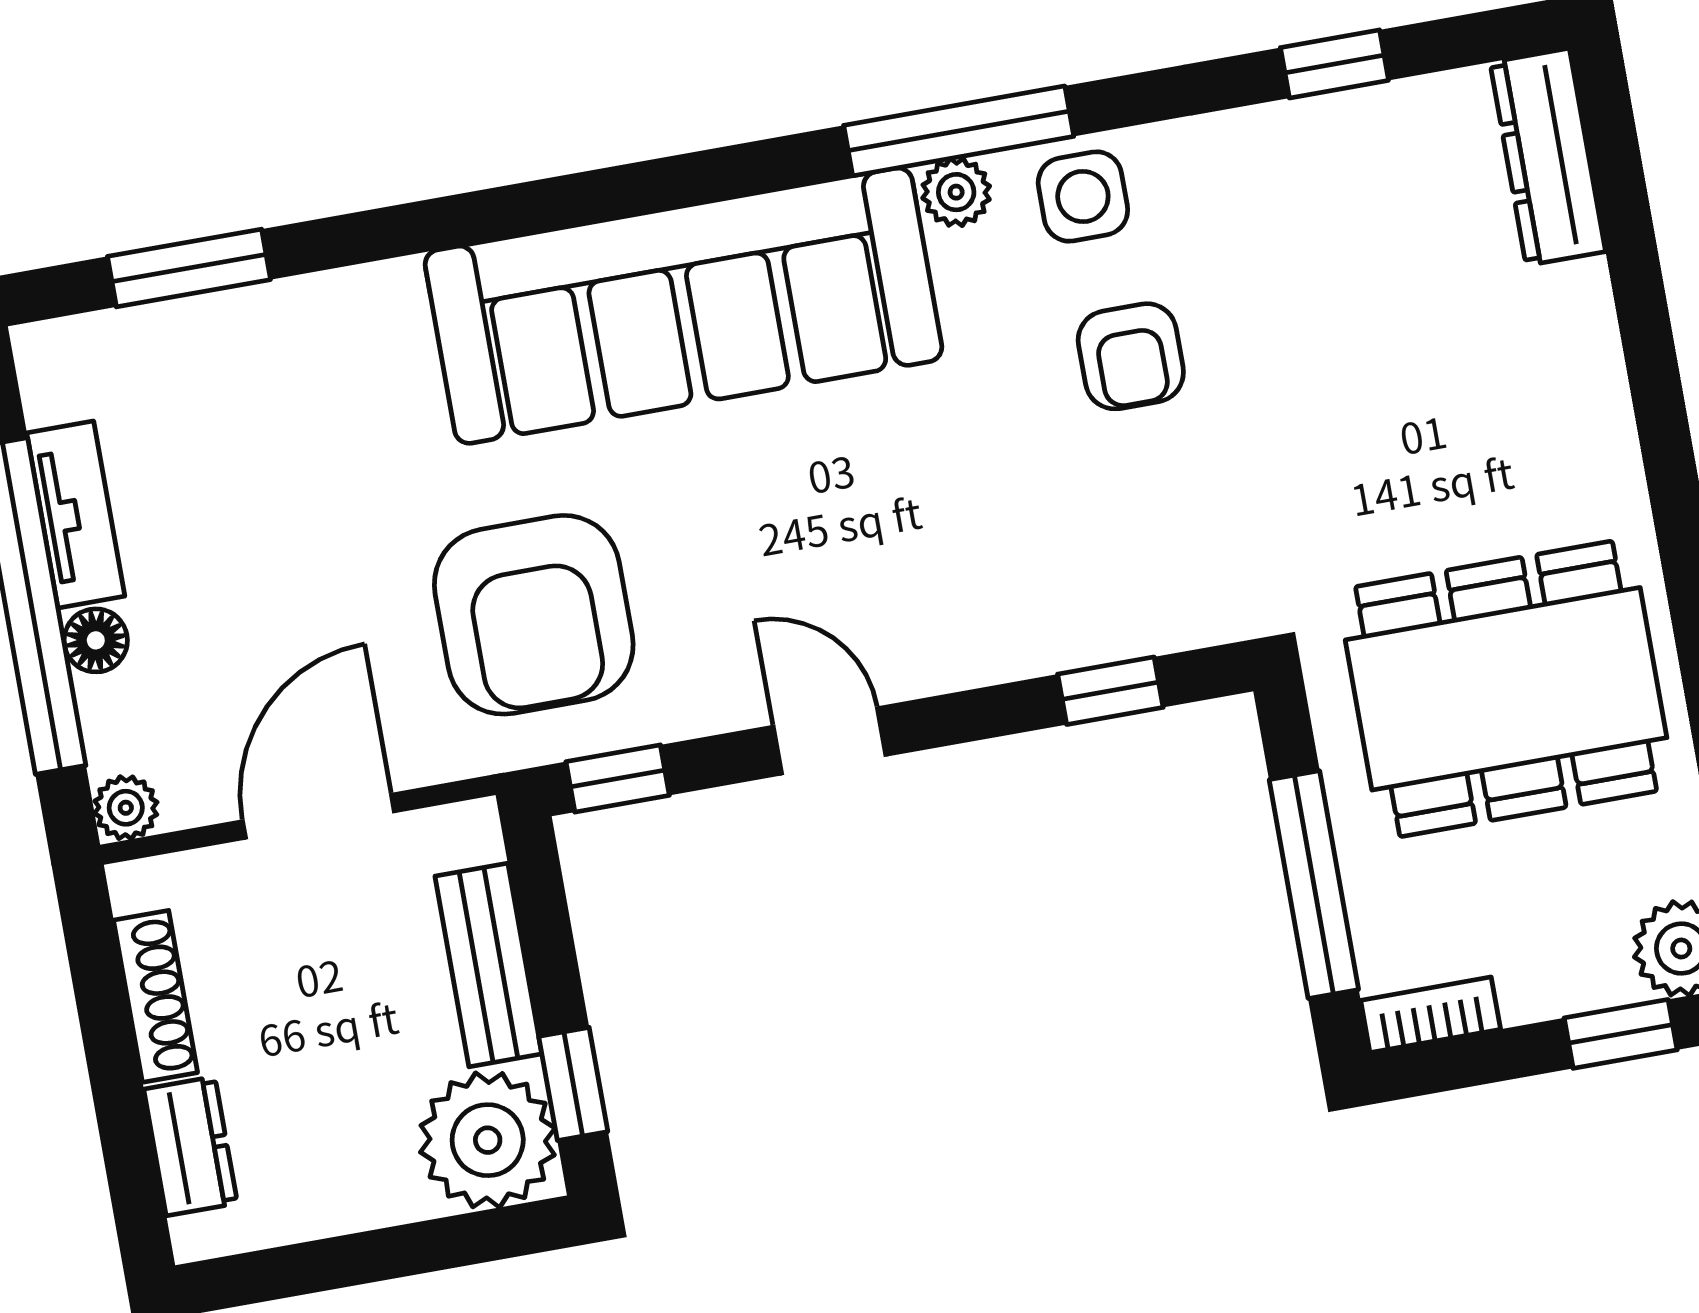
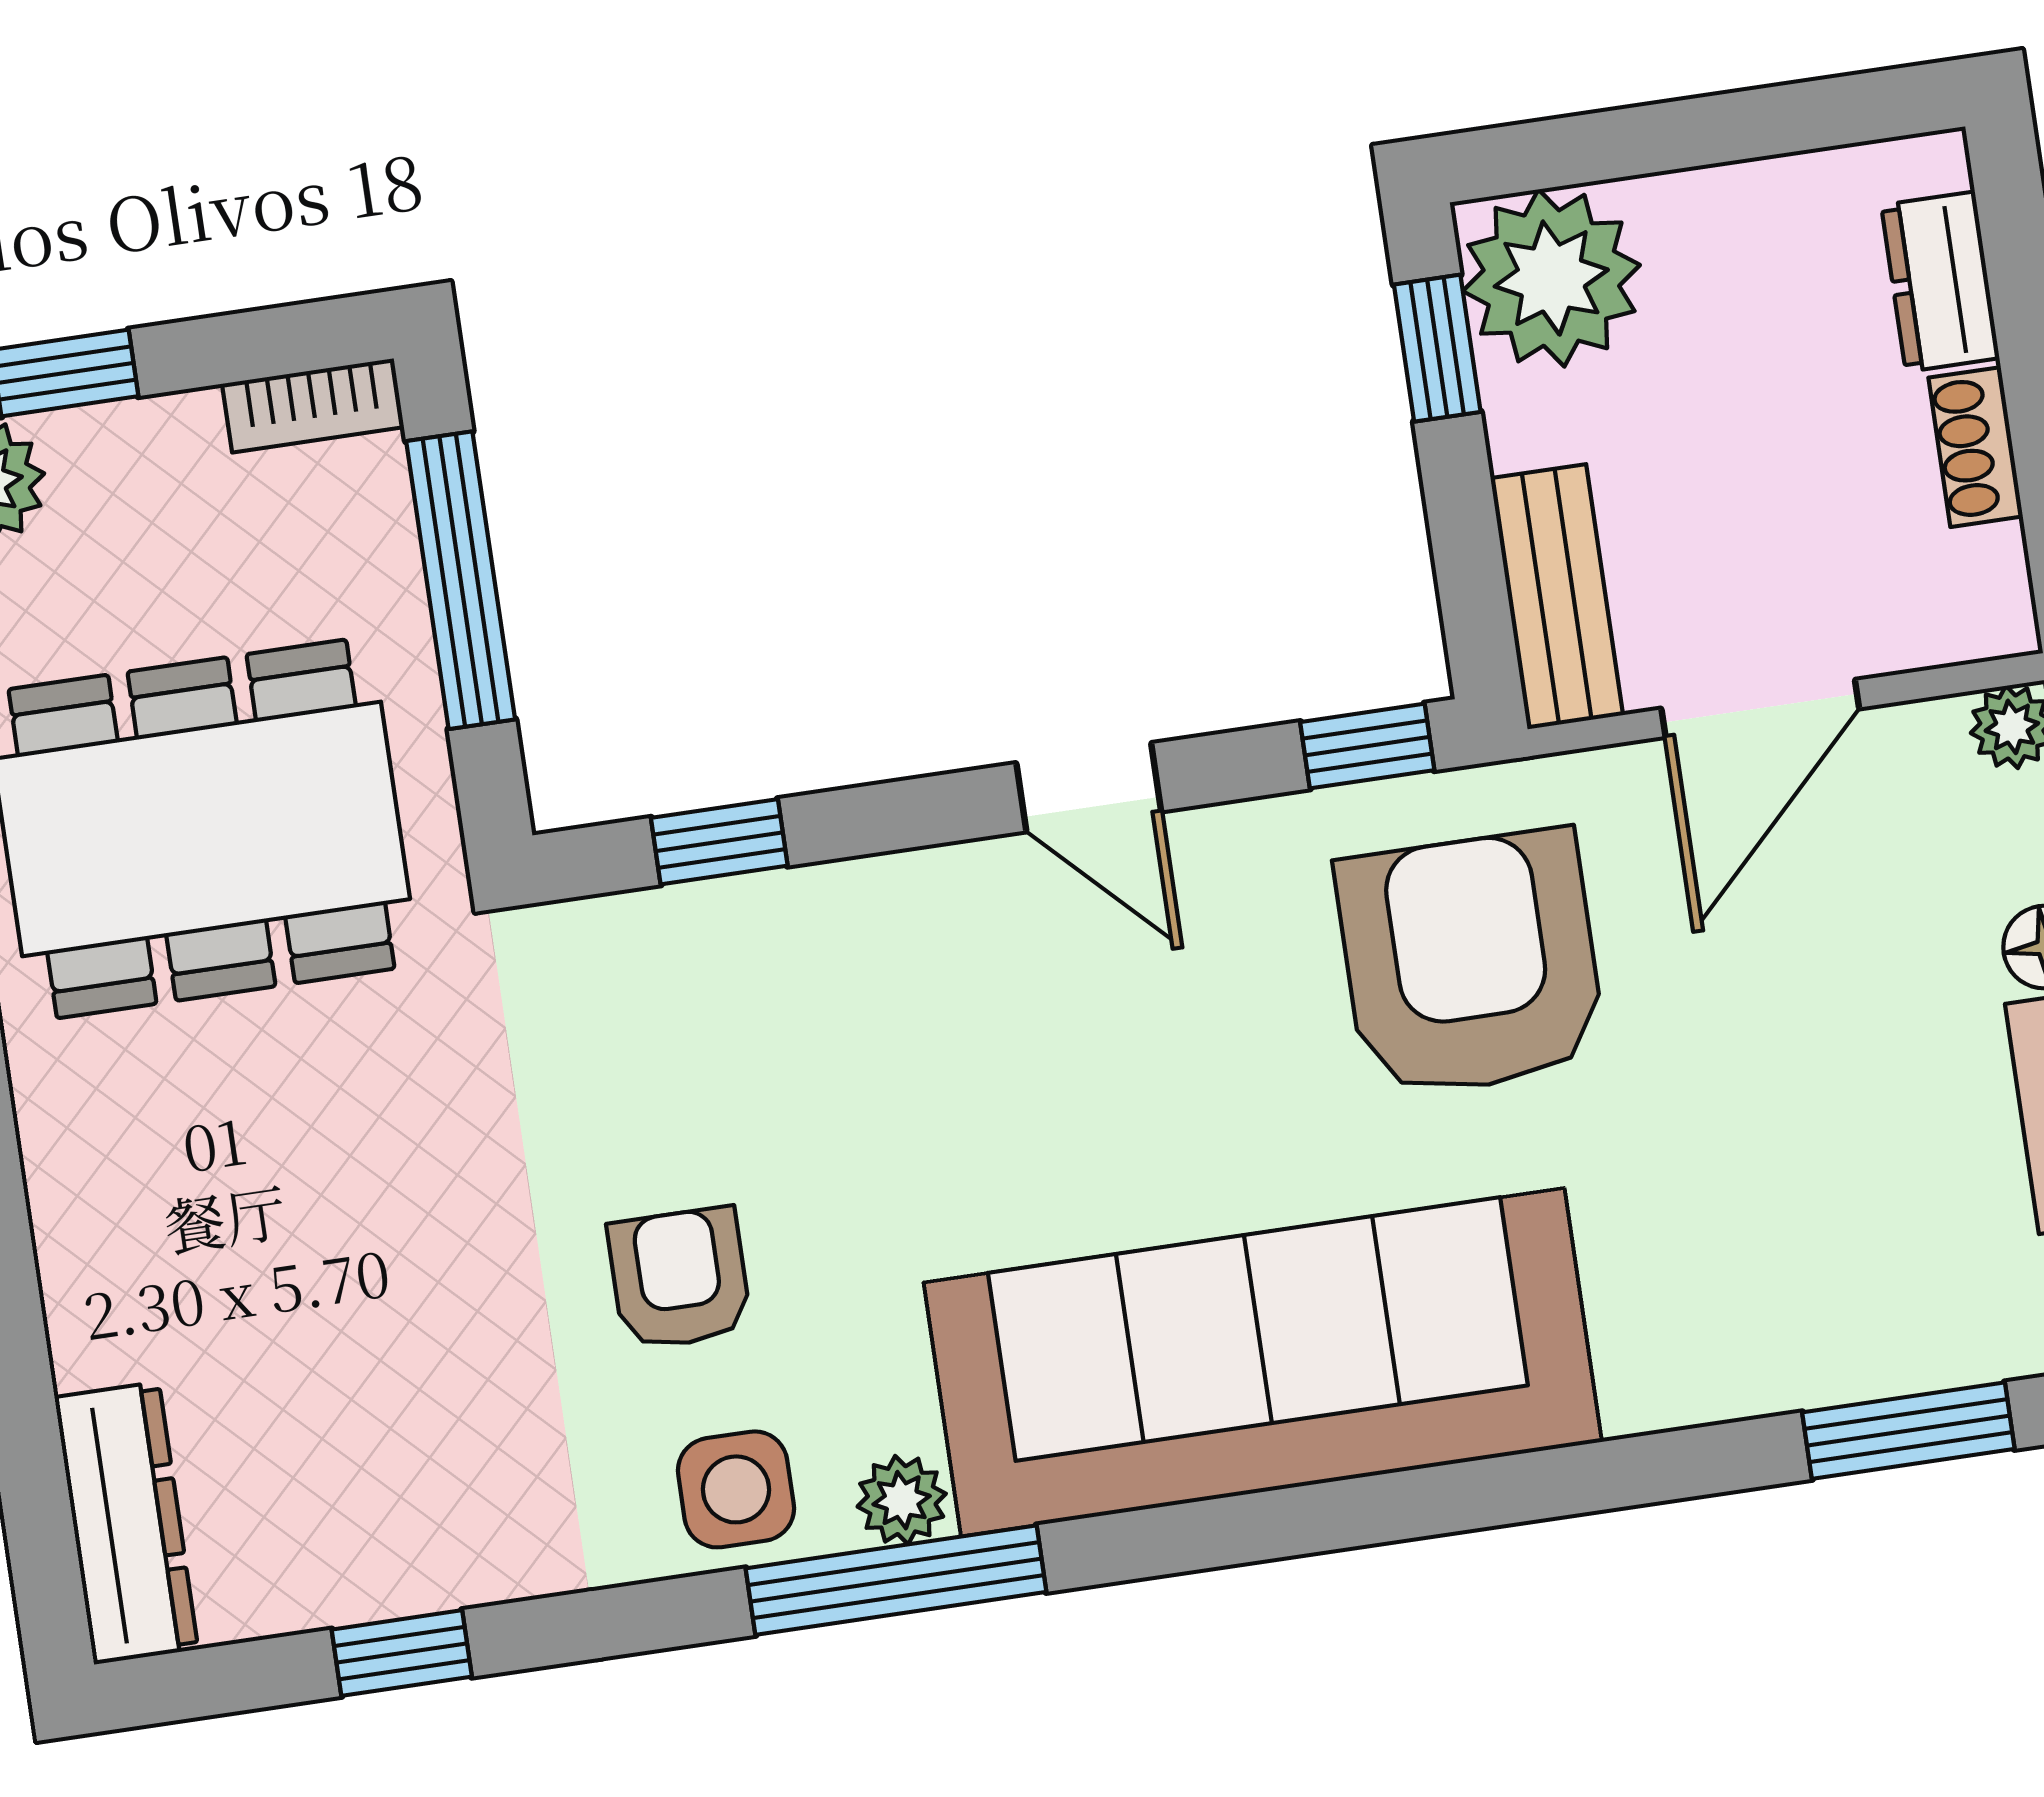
bench: (488, 965) -> (1557, 597), moved
shoe rack: (156, 996) -> (1976, 447), width x0.70

